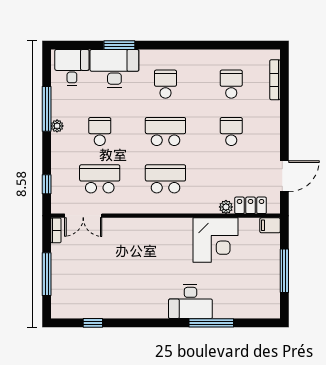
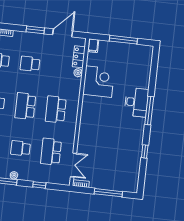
window: (284, 134) -> (35, 30), added
door: (284, 176) -> (63, 33), hinge flipped
window: (47, 184) -> (39, 185), moved
window: (93, 323) -> (145, 151), moved
window: (211, 323) -> (149, 111), moved

